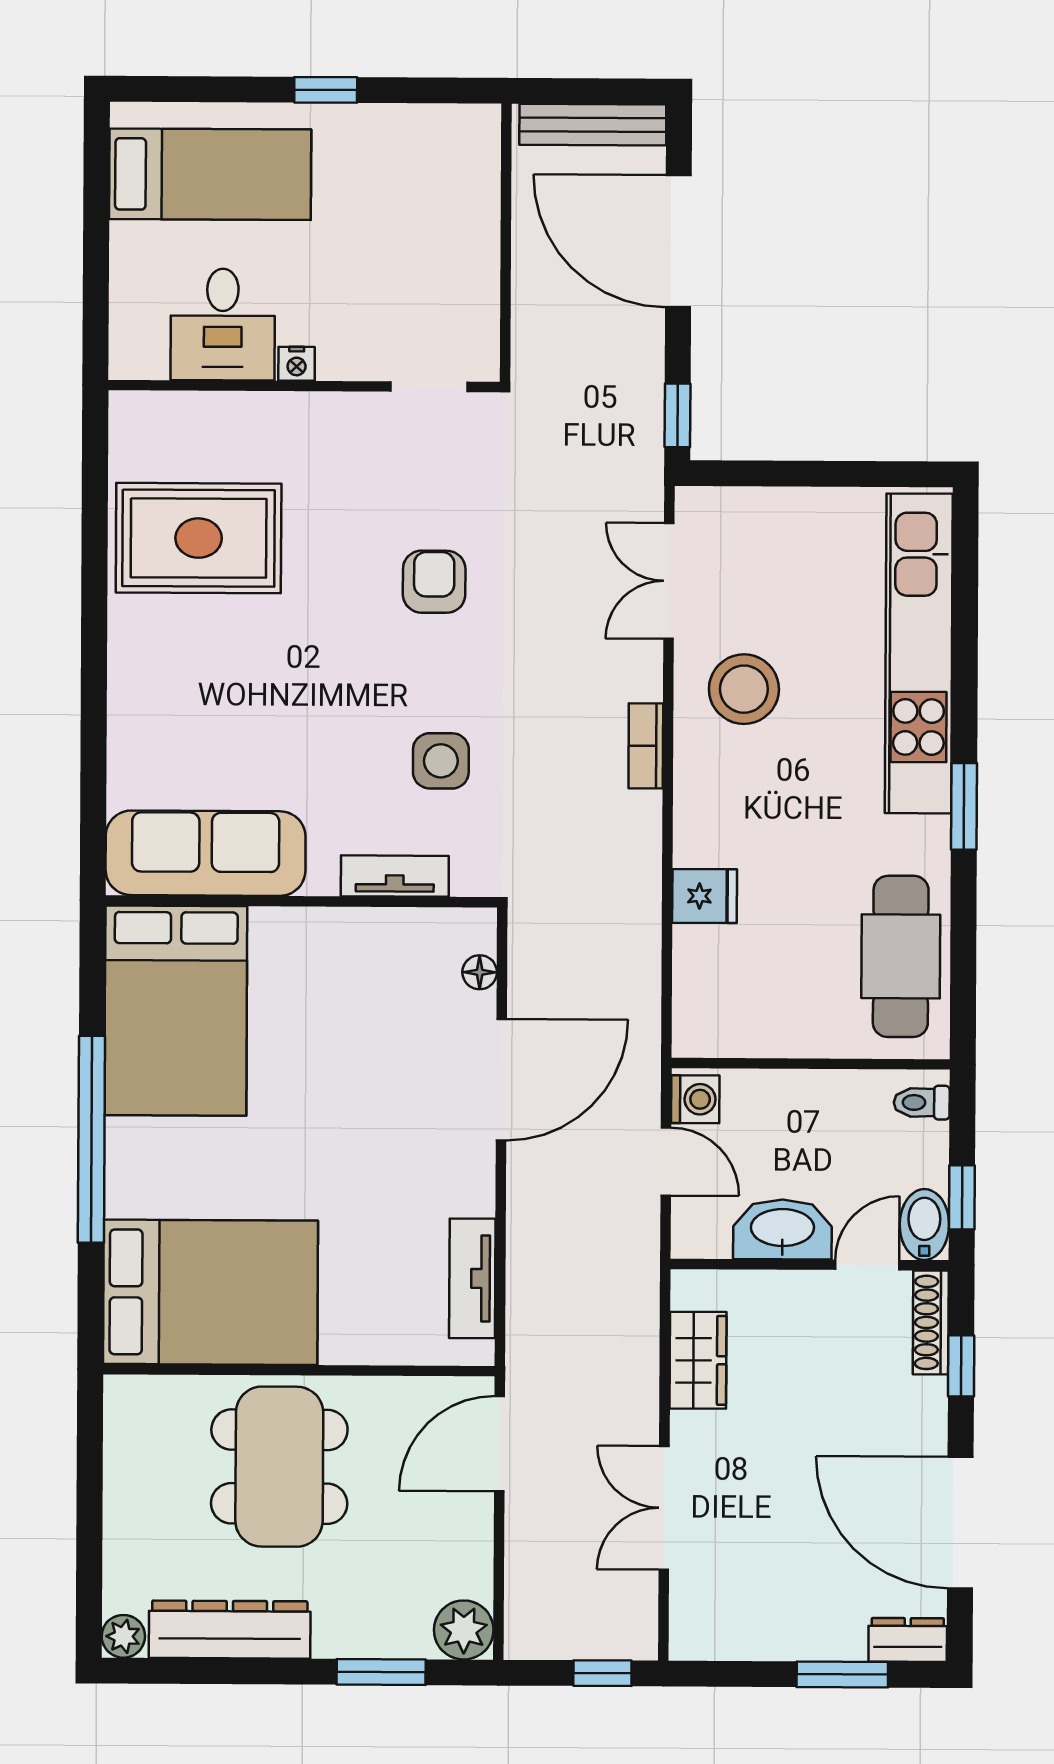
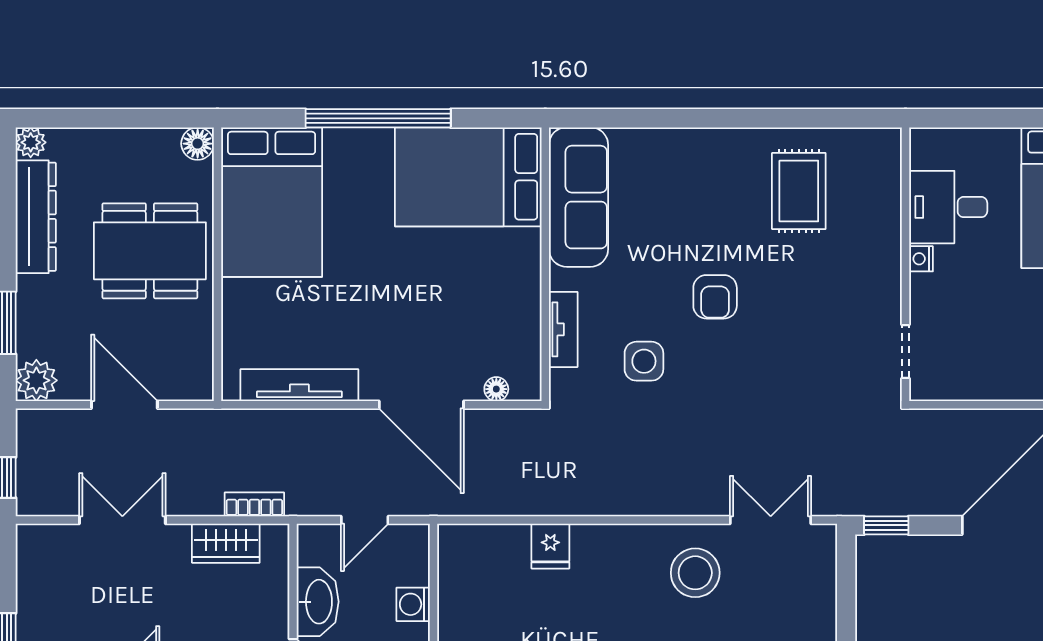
rug: (199, 538) -> (799, 191), width x0.73, depth x0.70
armchair: (434, 582) -> (715, 297), moved, turned 90
bookcase: (646, 746) -> (254, 504), moved
washing machine: (695, 1099) -> (413, 604), moved, turned 90
tv unit: (472, 1278) -> (299, 385), width x1.41
floor lamp: (126, 1398) -> (198, 144), added
door: (499, 1444) -> (124, 405), moved

